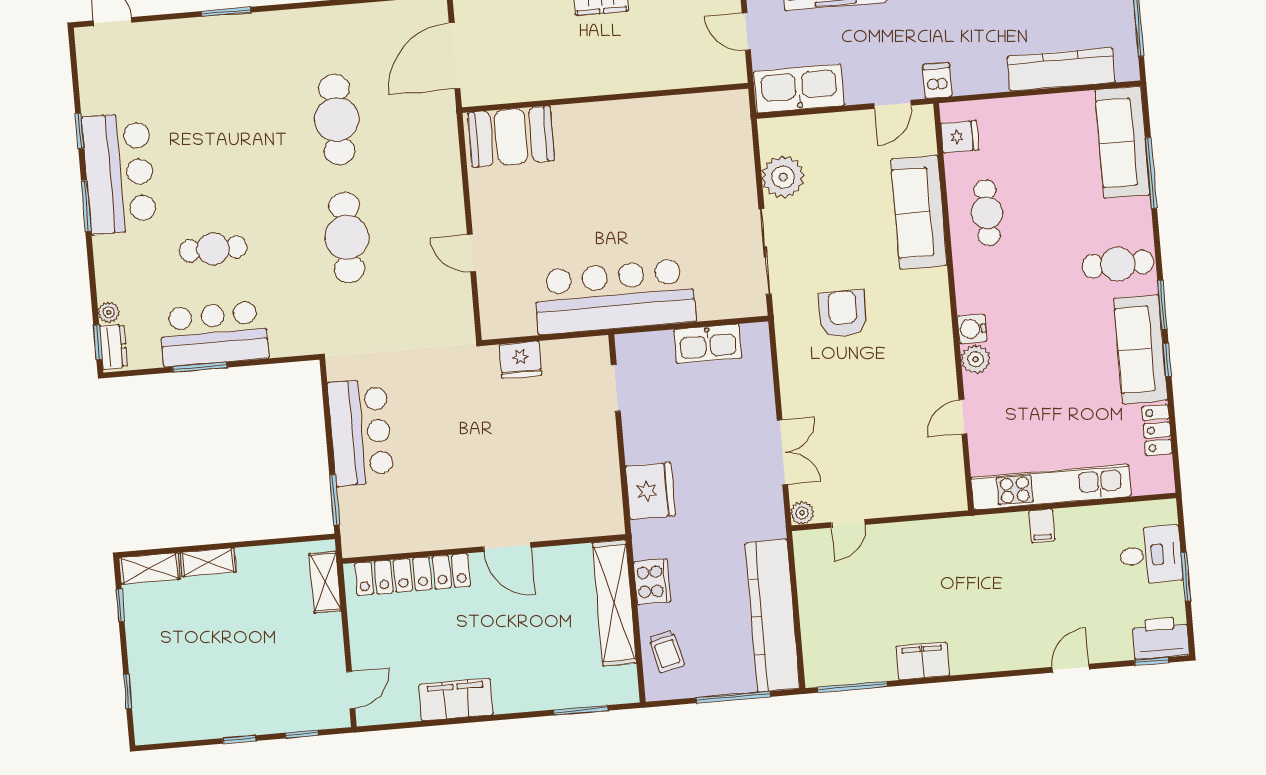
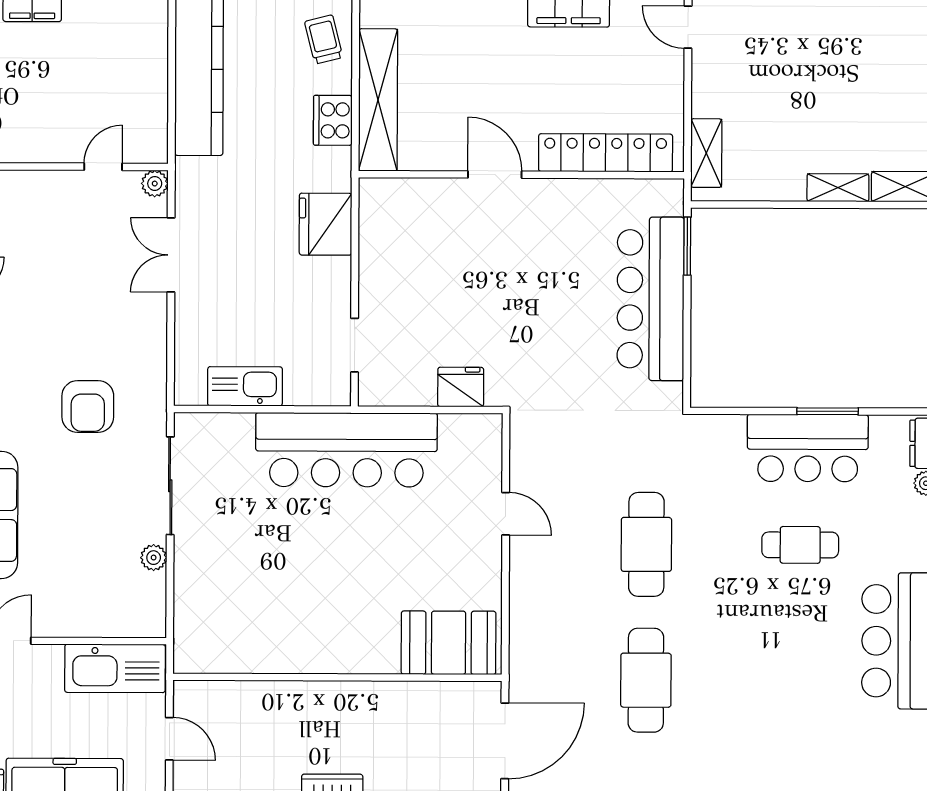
plant: (783, 177) -> (154, 558), width x0.53, depth x0.53
bar counter: (361, 432) -> (651, 299), width x1.36
door: (351, 690) -> (688, 27), hinge flipped

